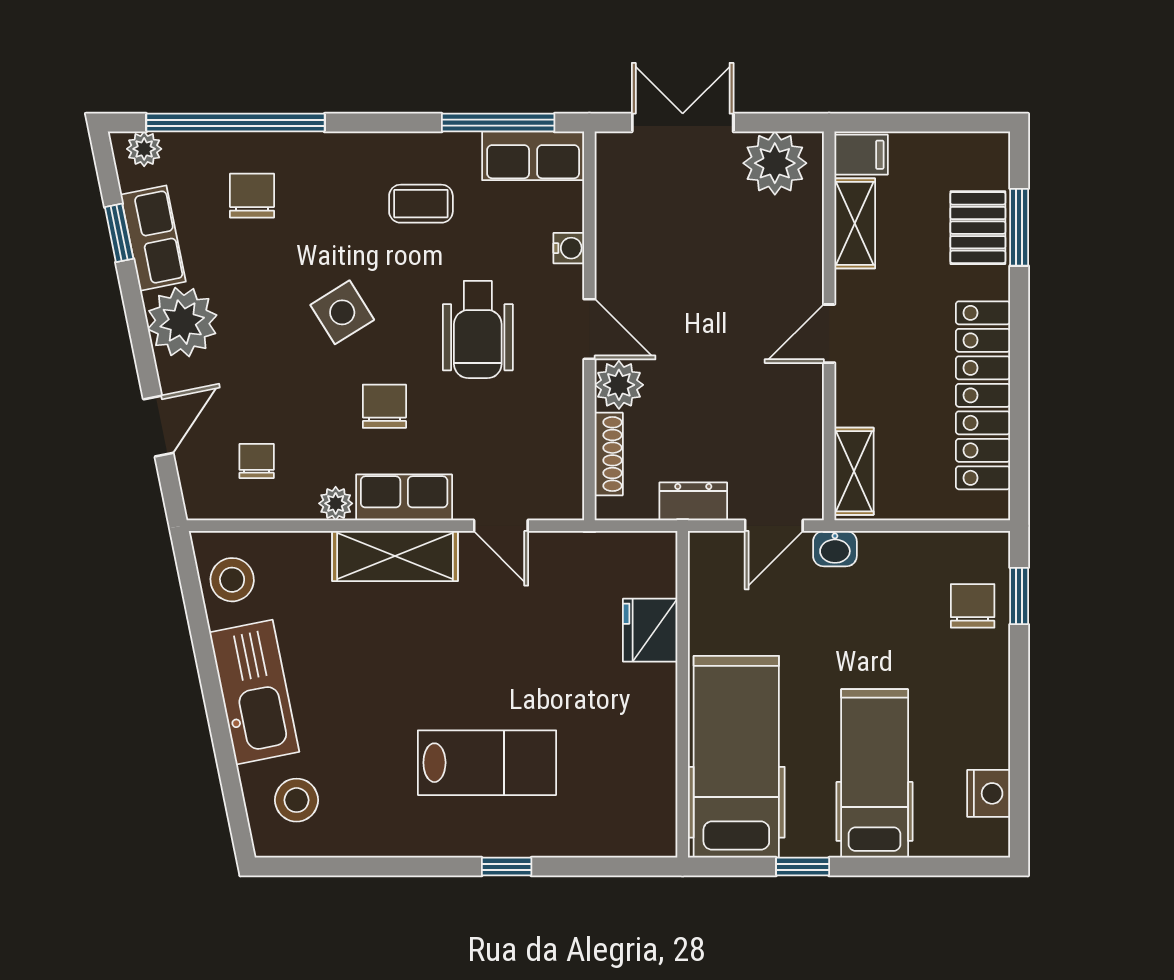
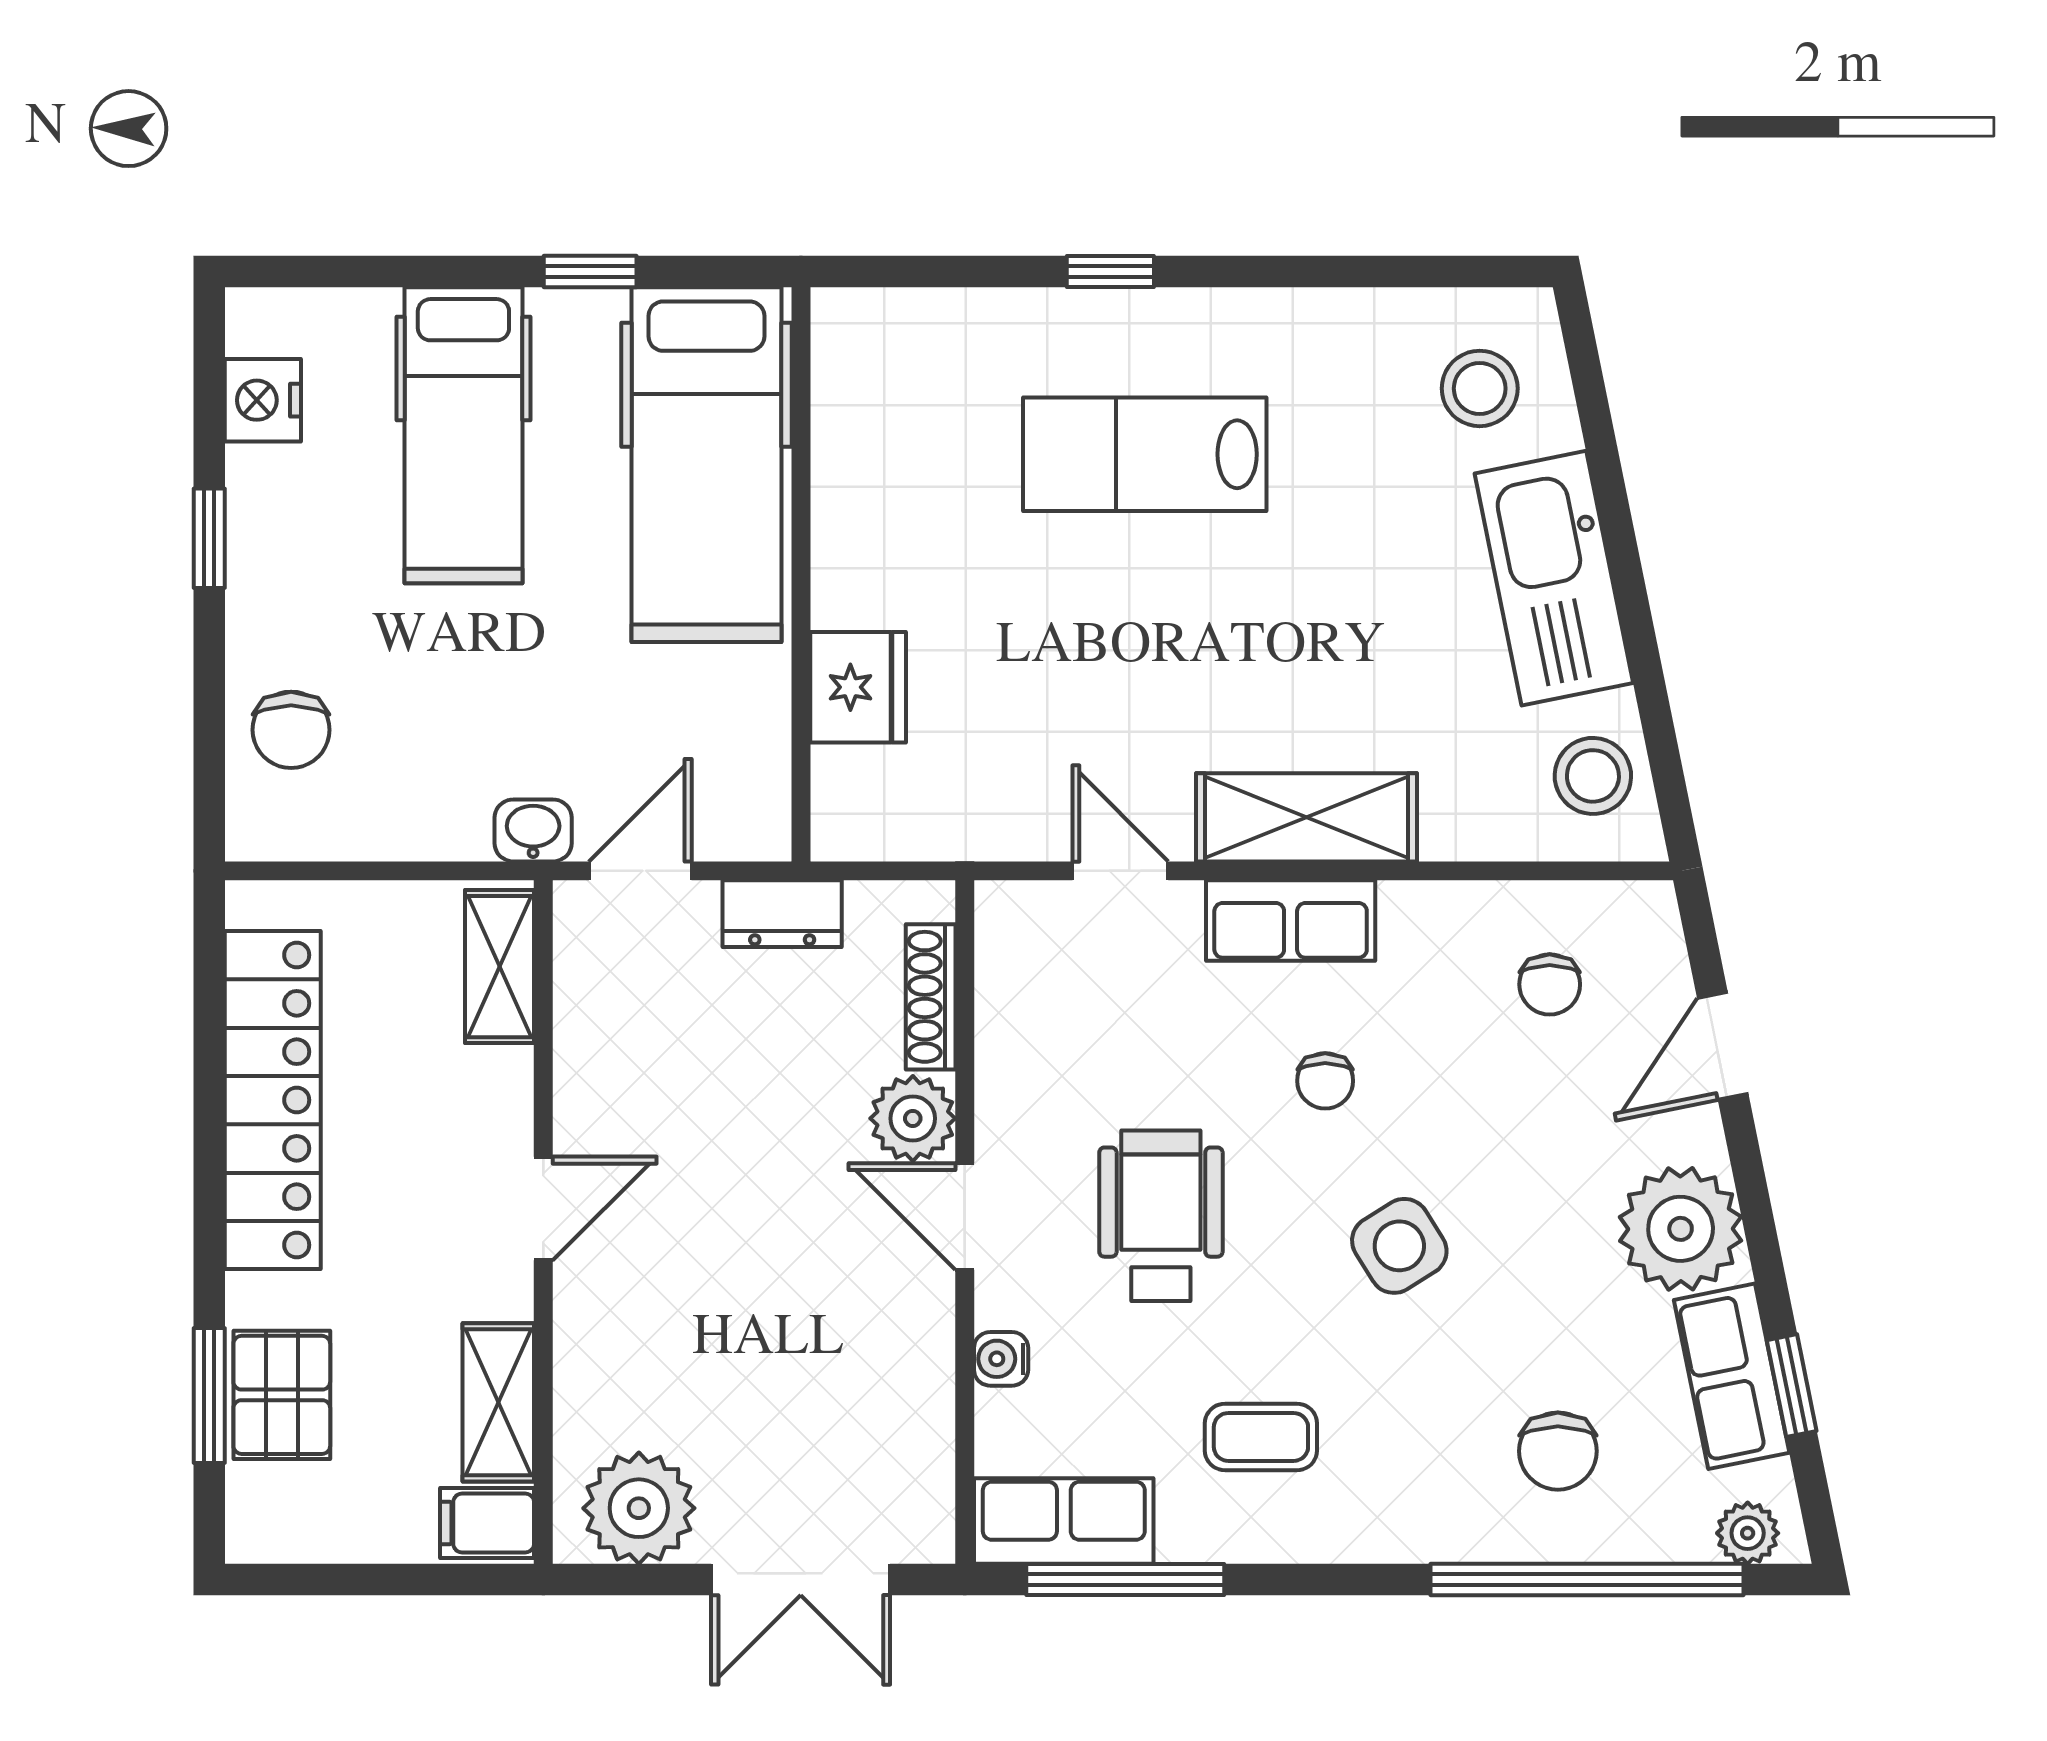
chair: (384, 406) -> (1325, 1081), width x0.73, depth x0.73
plant: (336, 503) -> (1411, 910), removed
window: (1019, 596) -> (209, 538), moved

